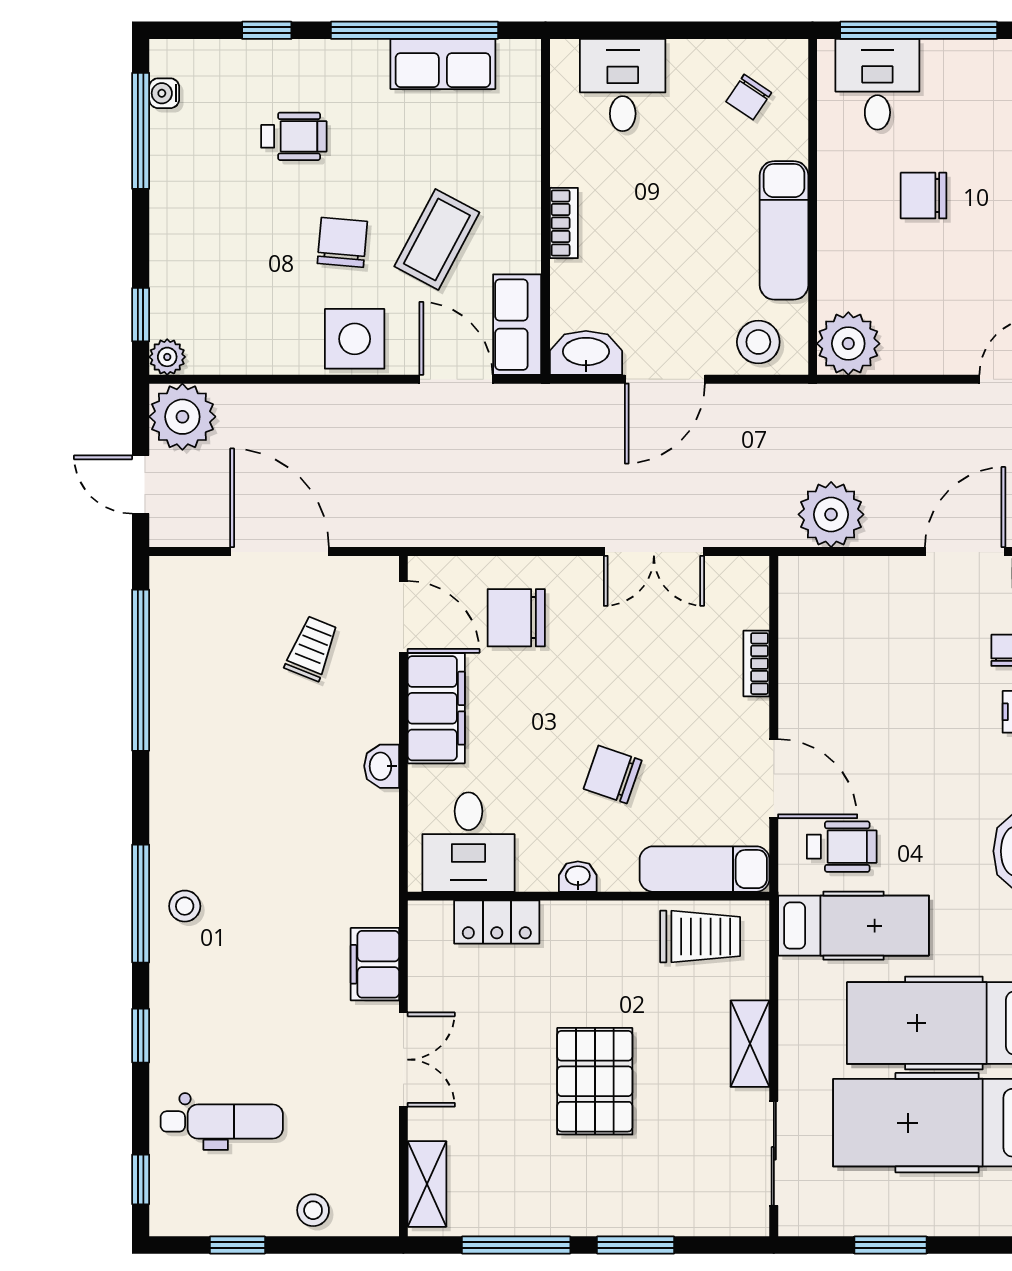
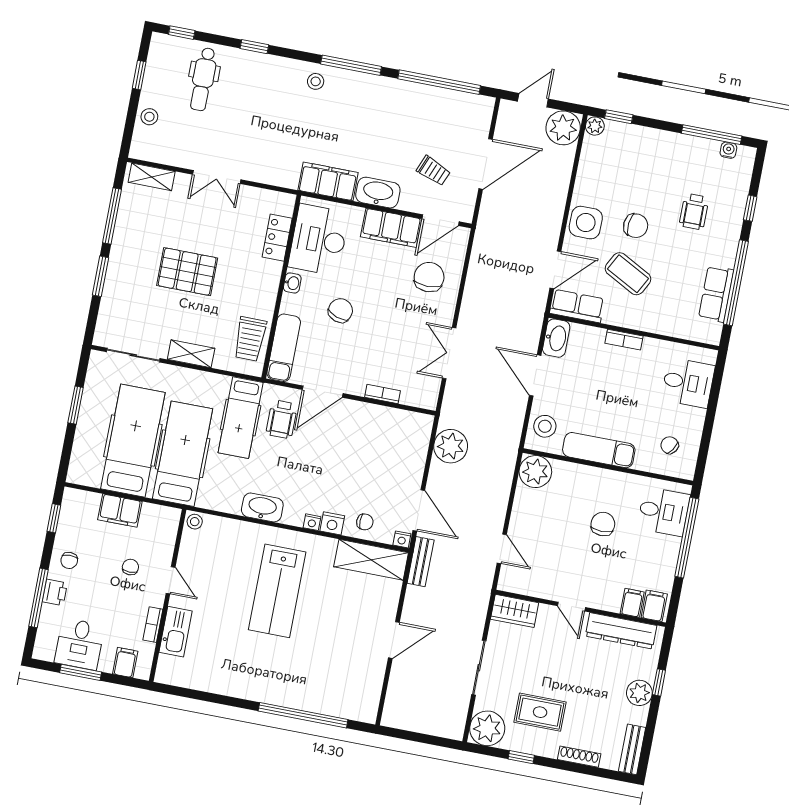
washbasin: (382, 766) -> (378, 193), width x1.91, depth x1.45
desk: (468, 842) -> (319, 240), width x1.37
window: (141, 904) -> (351, 65), moved
filing cabinet: (375, 964) -> (328, 181), moved, width x1.50, depth x1.17

